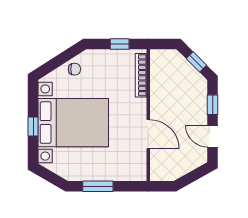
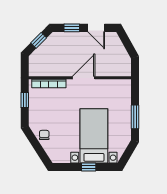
bed with nightstands: (73, 123) -> (94, 136), width x0.73
door: (148, 134) -> (84, 78), moved
door: (213, 136) -> (96, 28), hinge flipped

